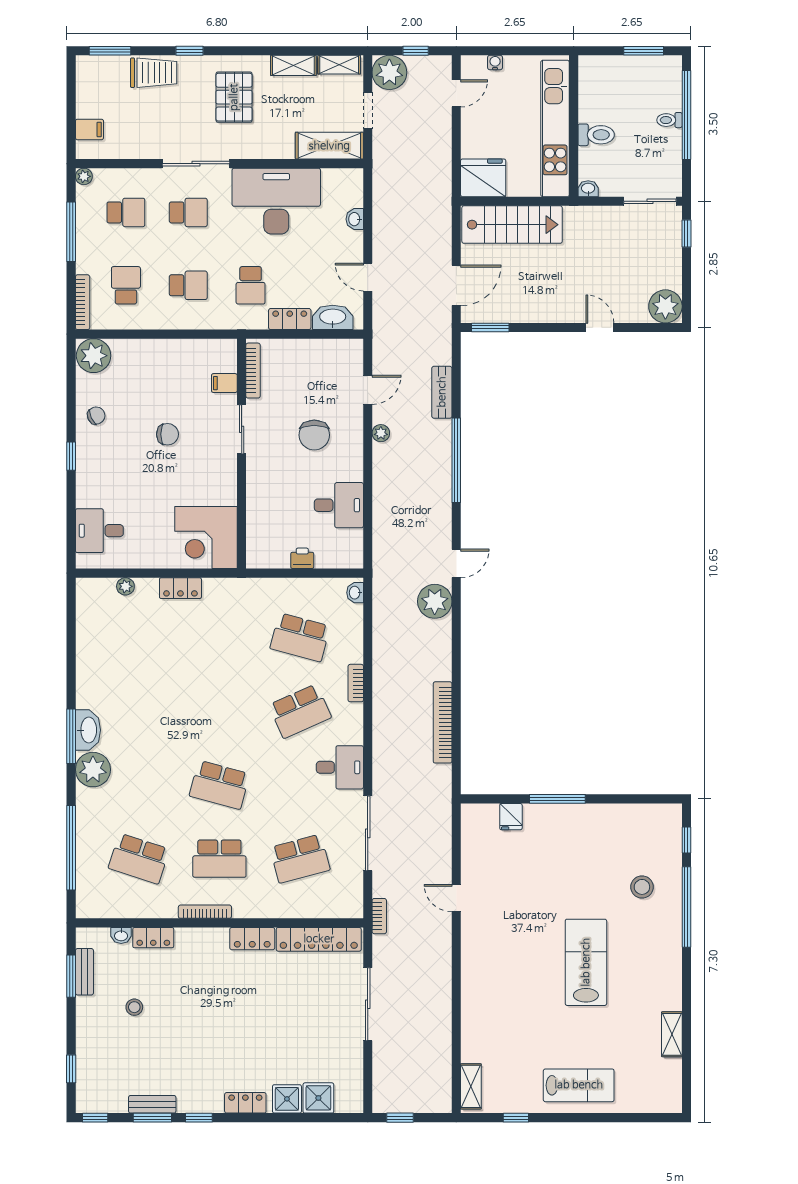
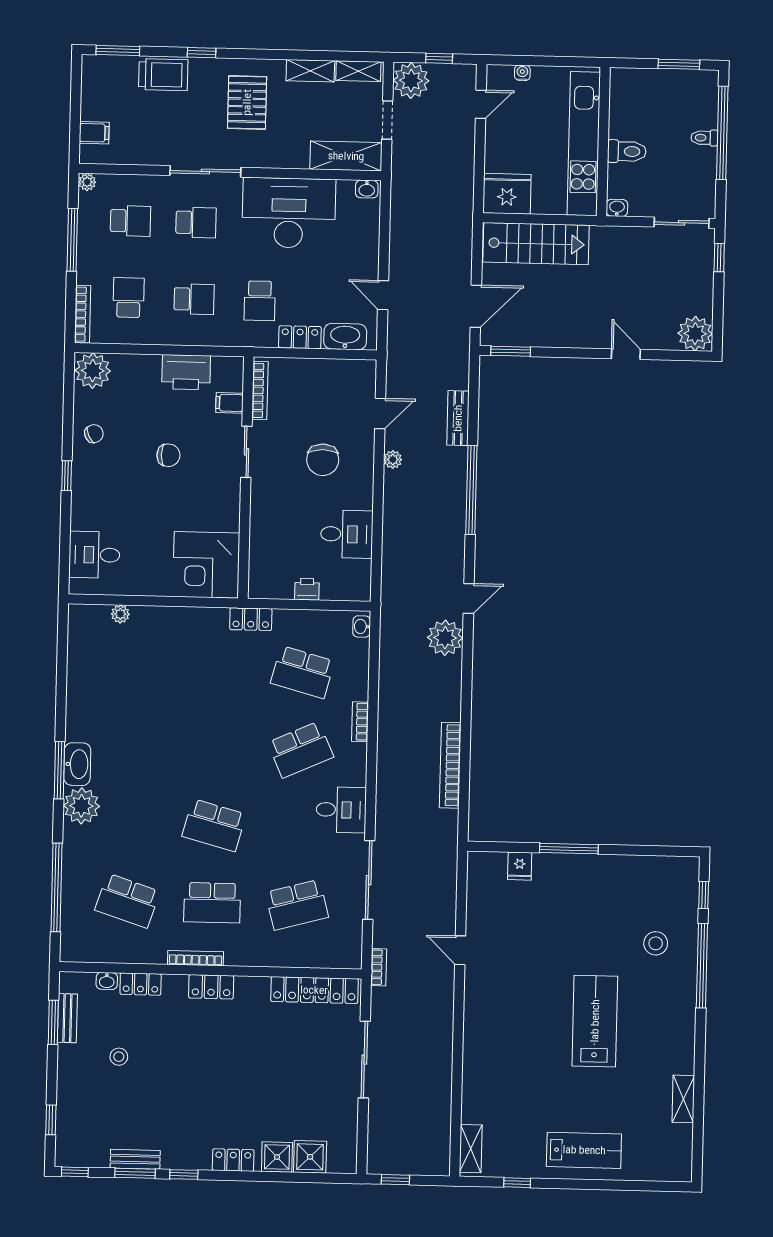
washbasin: (355, 219) -> (367, 189), moved, turned -90
printer: (182, 355) -> (186, 372), added
locker: (180, 588) -> (251, 619), moved
locker: (252, 939) -> (211, 987), moved

